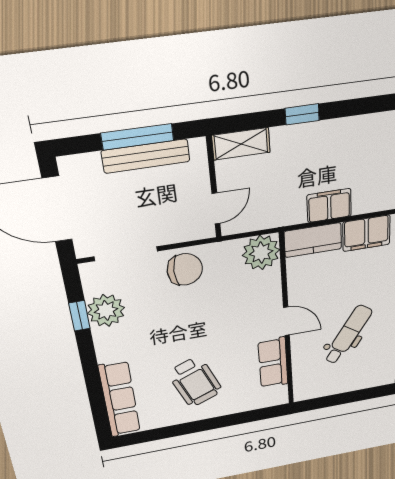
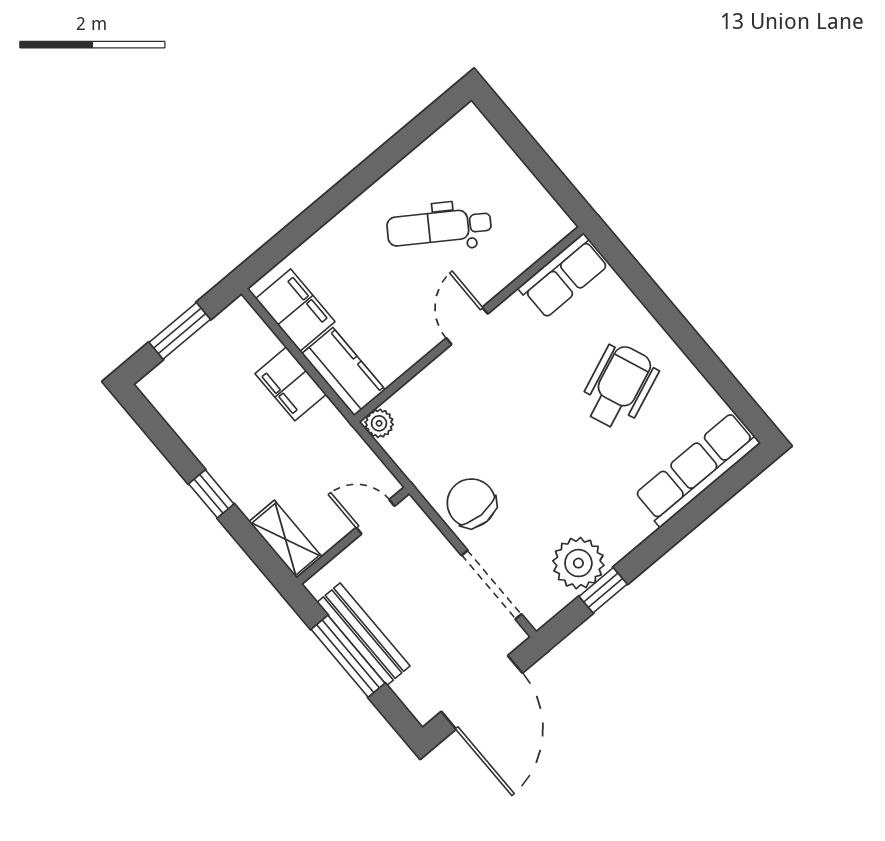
plant: (261, 253) -> (379, 423), width x0.53, depth x0.53
row of seats: (273, 363) -> (564, 276), moved

